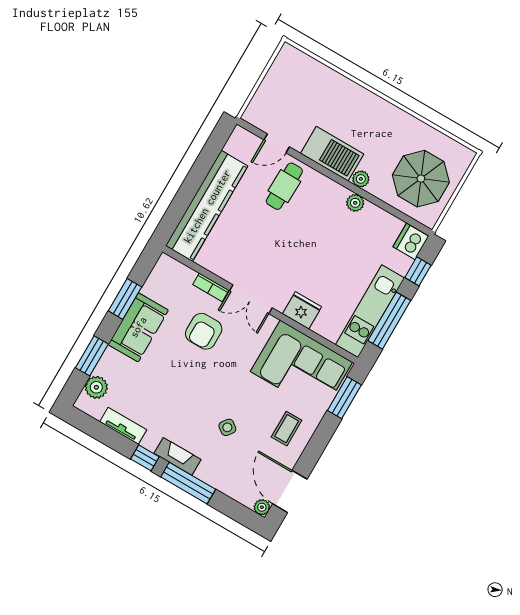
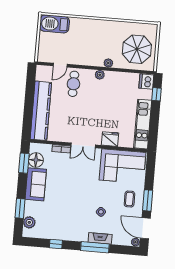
barbecue: (332, 154) -> (55, 24), moved, turned 180
plant: (355, 203) -> (100, 75), moved
floor lamp: (158, 286) -> (36, 160), added
window: (125, 299) -> (24, 163), moved
window: (389, 321) -> (154, 124), removed
armchair: (204, 331) -> (68, 171), removed
window: (344, 398) -> (148, 200), moved
tv unit: (123, 426) -> (51, 235), removed
fireplace: (177, 456) -> (100, 238), moved
window: (145, 458) -> (56, 244), moved

